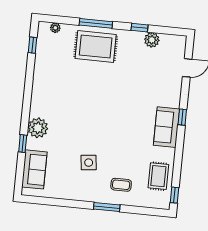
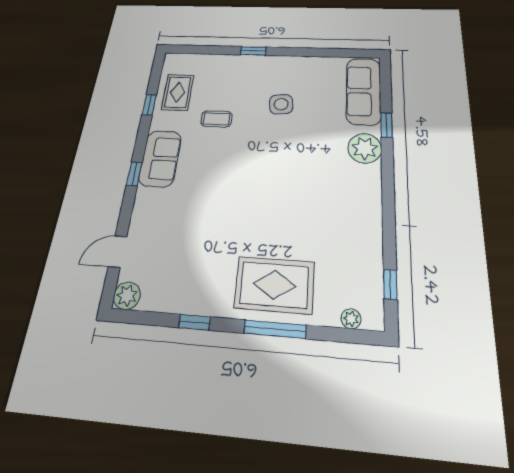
plant: (152, 40) -> (127, 296), moved
sofa: (34, 169) -> (364, 91), width x1.36
coffee table: (121, 185) -> (216, 119), moved
window: (175, 195) -> (149, 105), moved
window: (107, 207) -> (253, 51), width x0.67

